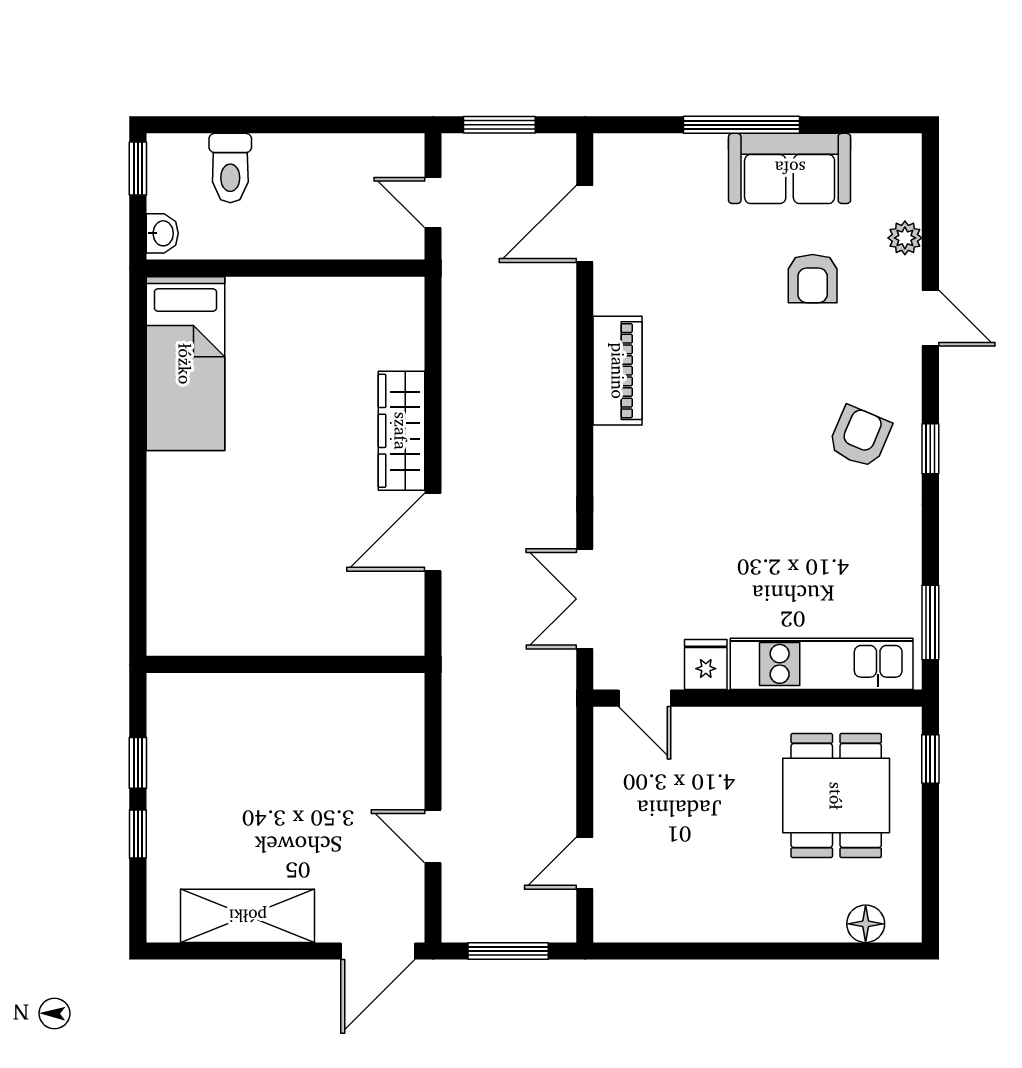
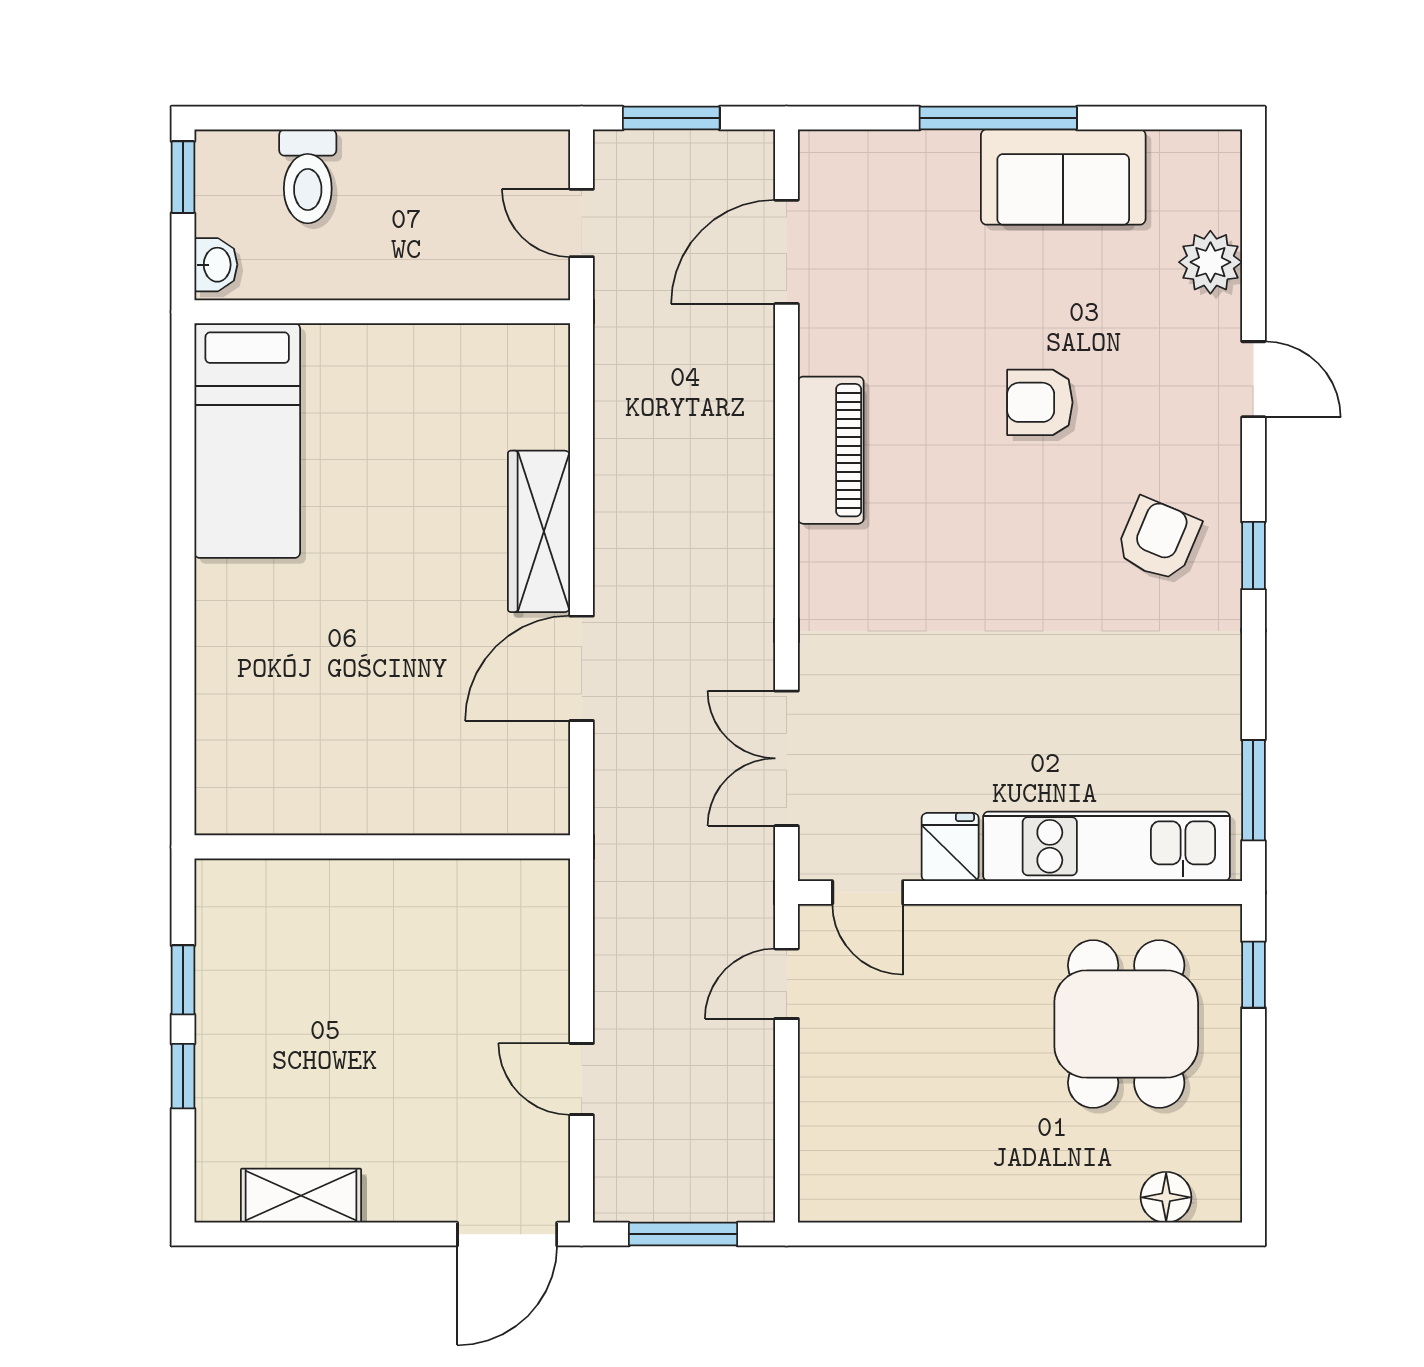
plant: (905, 238) -> (1210, 262), width x1.38, depth x1.38
armchair: (813, 279) -> (1040, 402), moved, turned 90
door: (585, 863) -> (787, 984), moved
shelving: (248, 916) -> (301, 1196), width x0.67, depth x0.75

